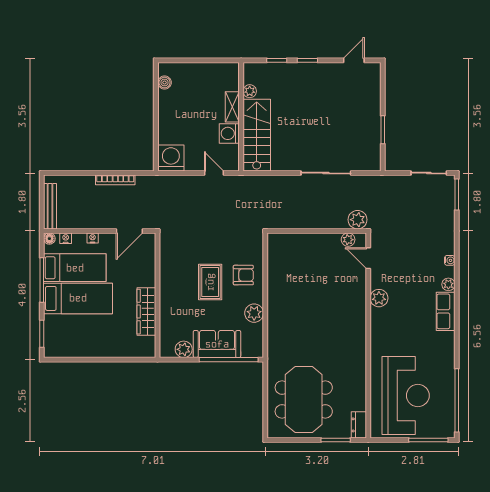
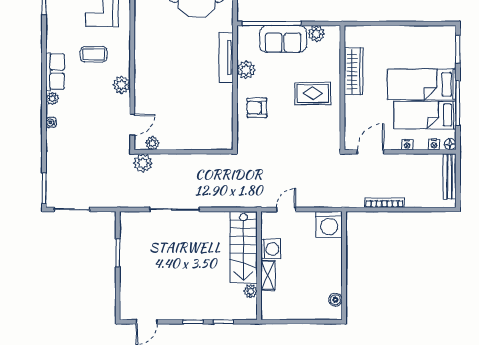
door: (214, 173) -> (286, 209), swing flipped
door: (368, 258) -> (132, 125), hinge flipped
rug: (210, 282) -> (313, 93), moved, turned 90
tv unit: (274, 325) -> (226, 58), added
coffee table: (407, 329) -> (94, 54), added

